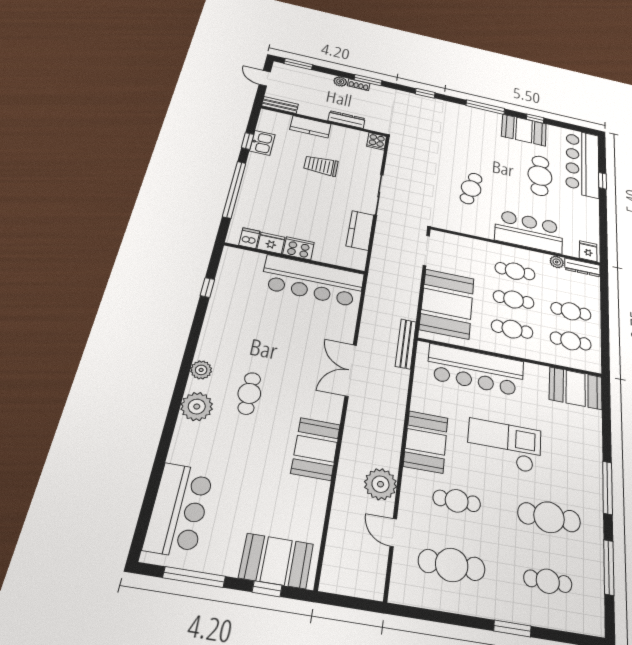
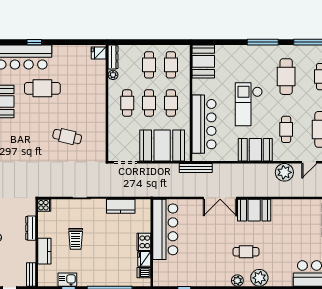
bar counter: (529, 232) -> (93, 95), removed
booth: (316, 449) -> (254, 210), moved

